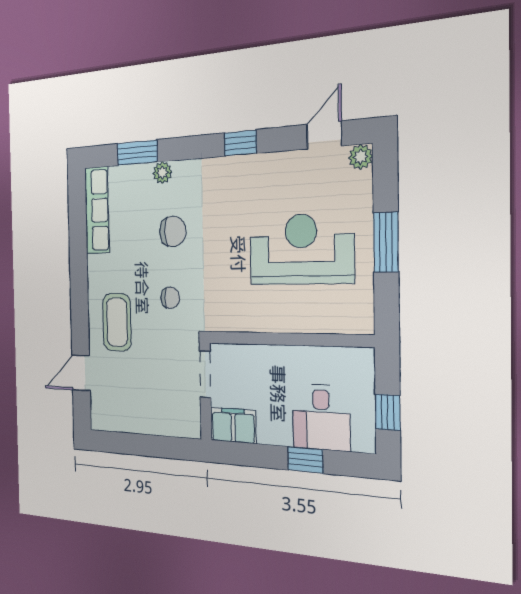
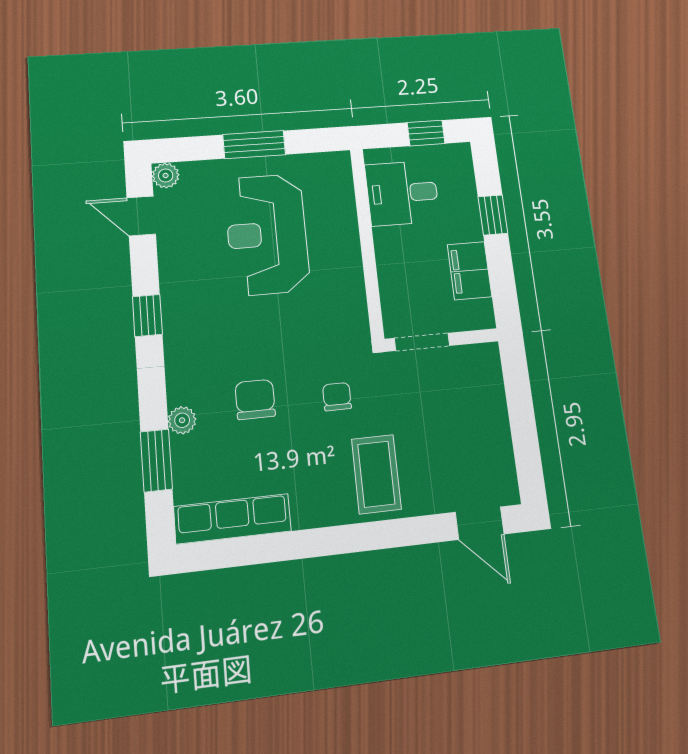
coffee table: (117, 322) -> (376, 474), turned 90
door: (81, 373) -> (480, 523), moved
desk: (321, 417) -> (402, 193), moved, turned 180
filing cabinet: (233, 425) -> (470, 271), moved

